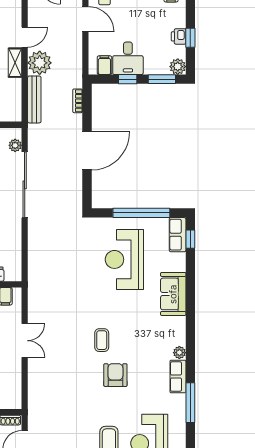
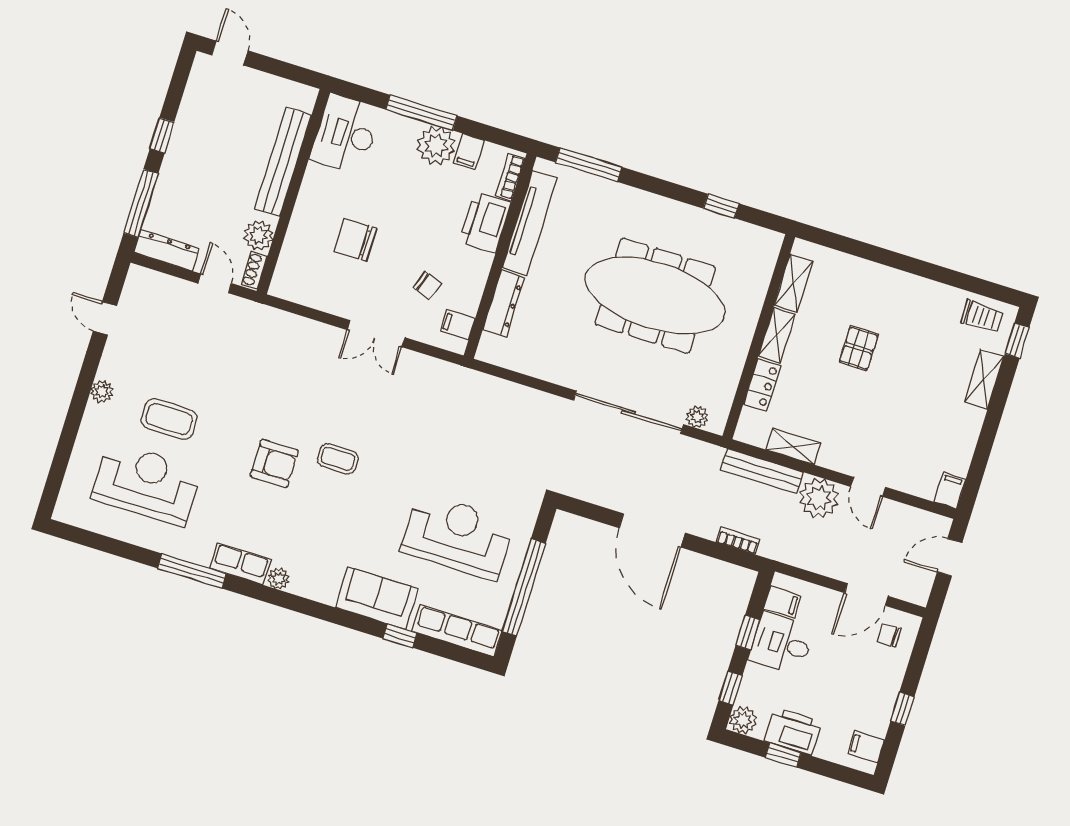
printer: (179, 36) -> (793, 731), width x1.87, depth x1.48
shelving: (15, 63) -> (793, 446), moved
window: (162, 79) -> (730, 688), width x0.67
row of seats: (178, 235) -> (457, 631), width x1.48
window: (190, 239) -> (400, 636), moved

